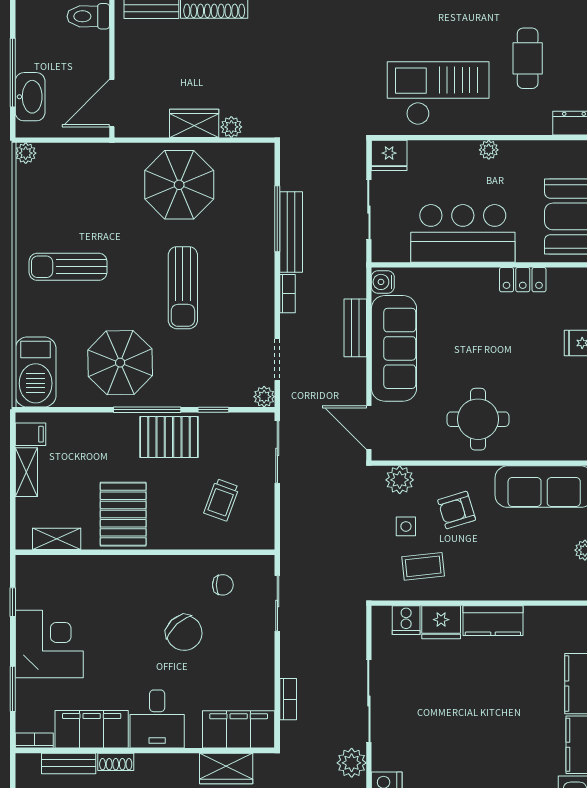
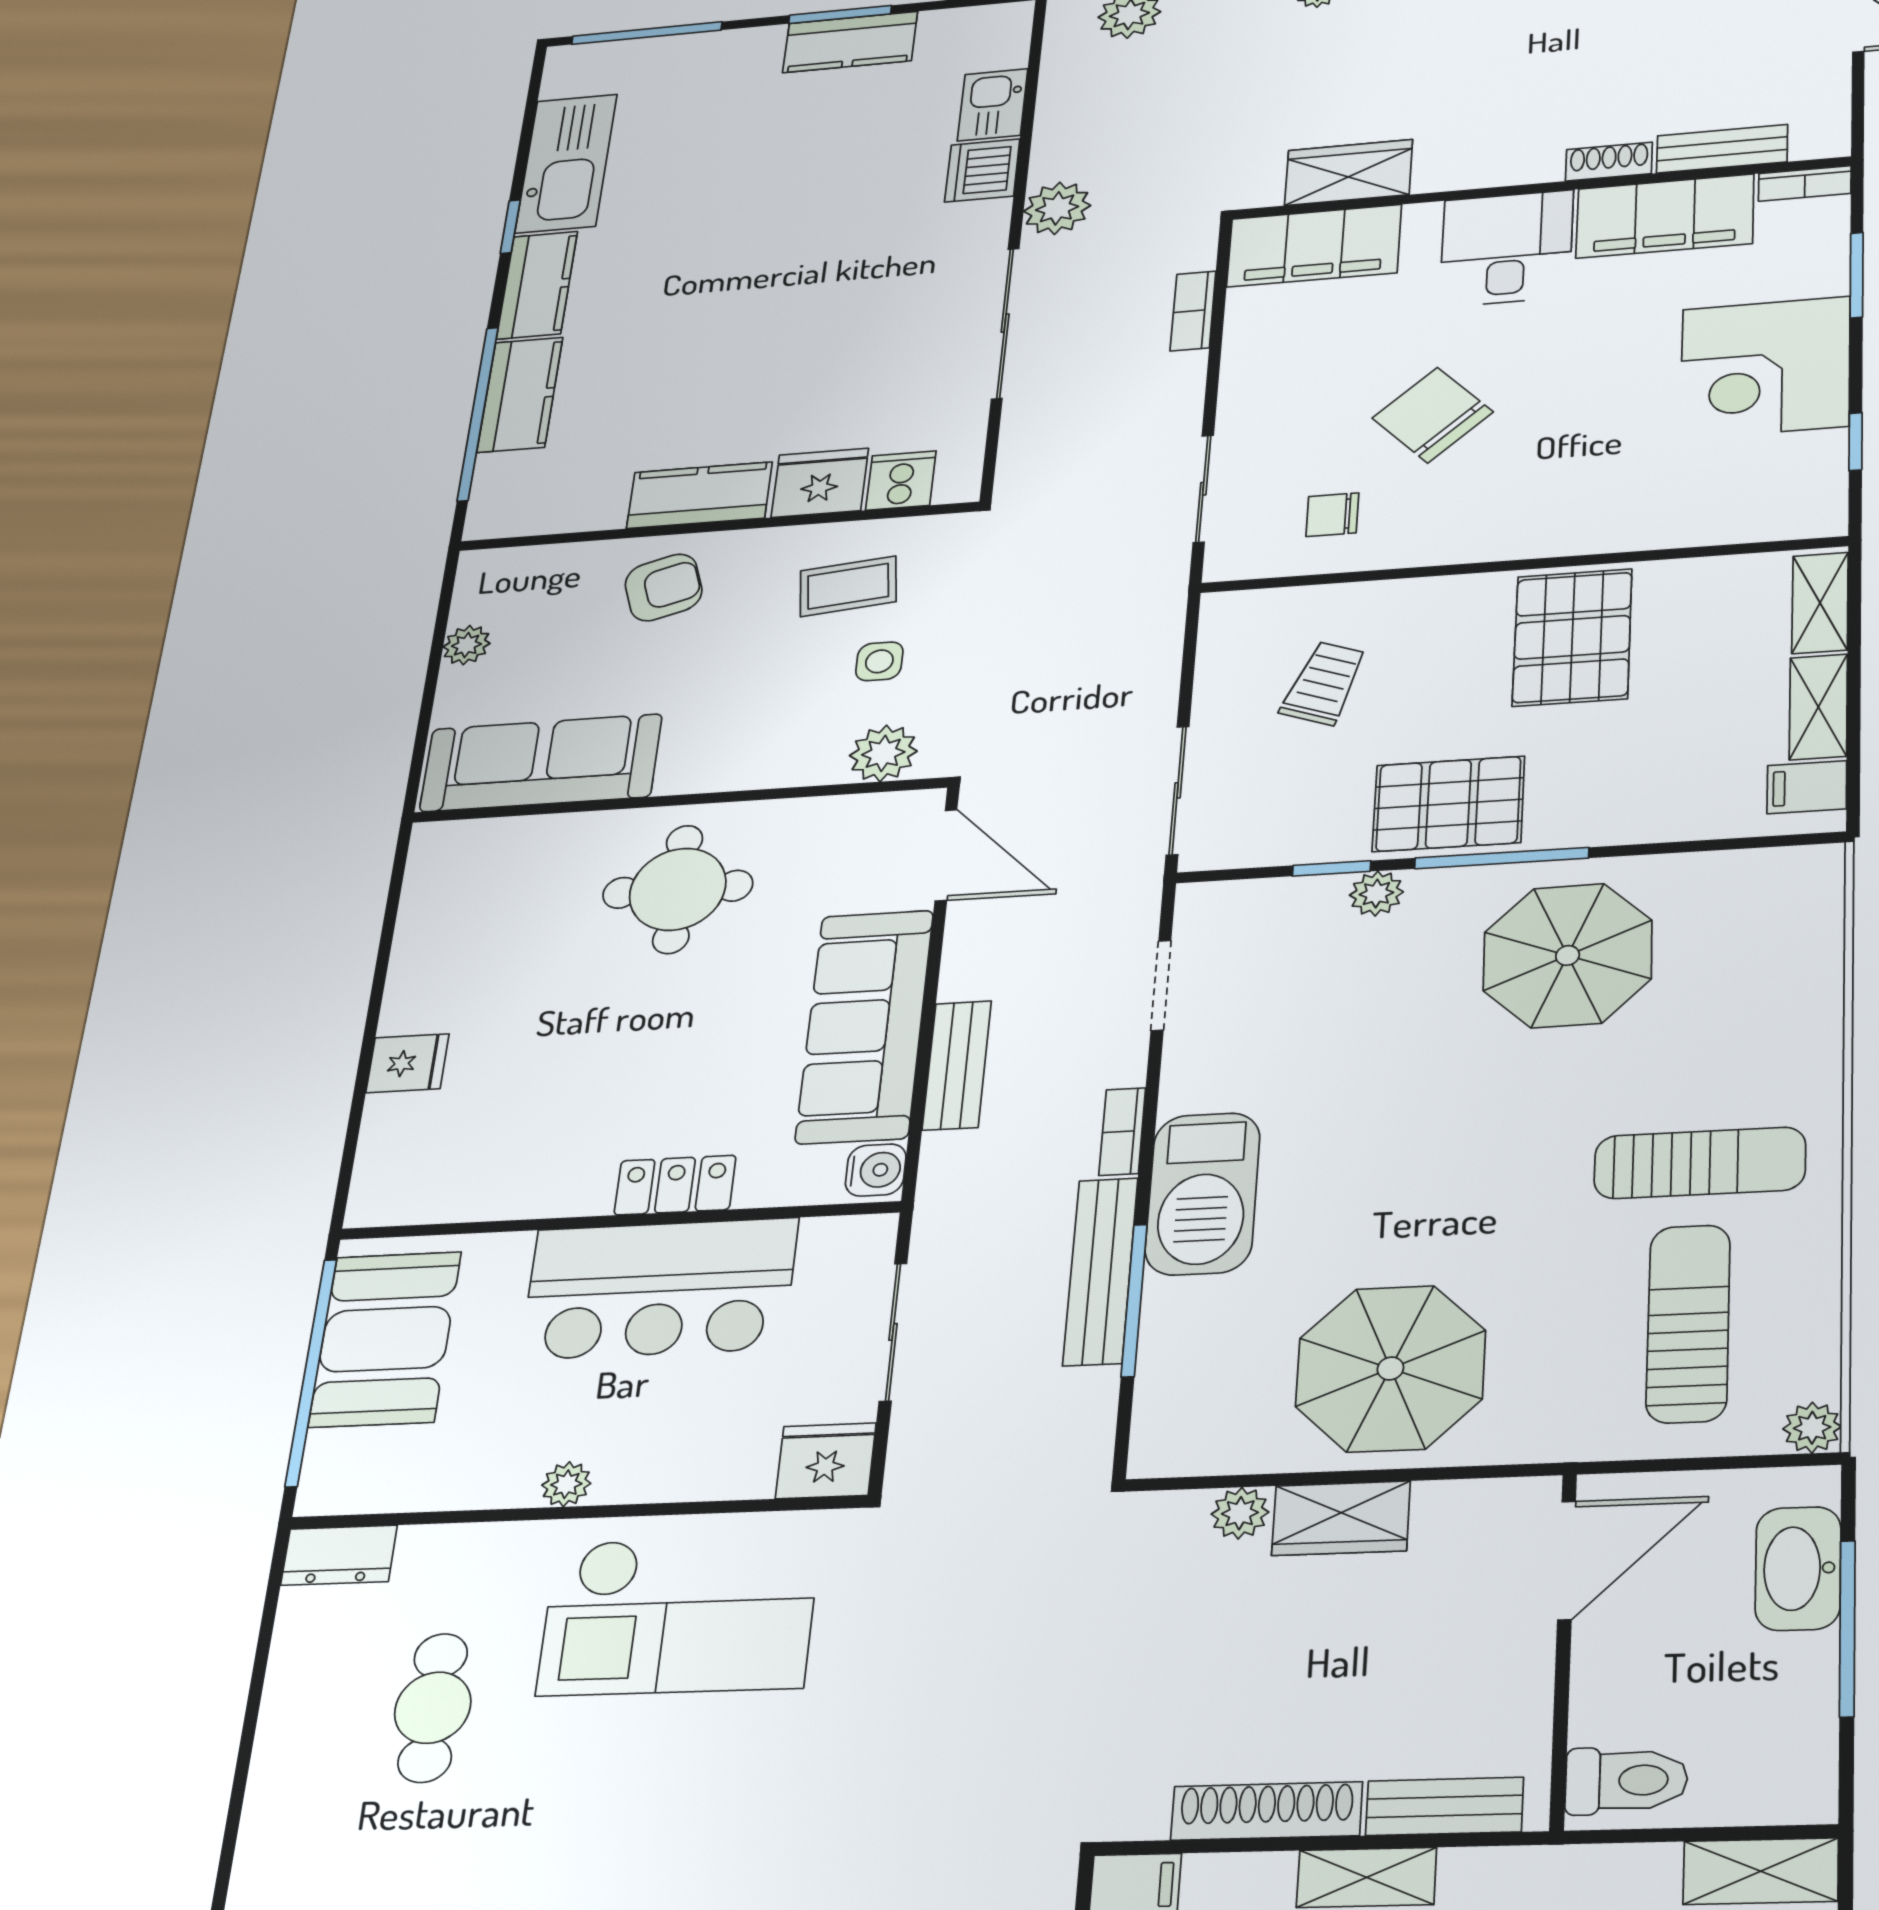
locker: (523, 280) -> (675, 1185), moved
sun lounger: (183, 288) -> (1688, 1323), moved
barbecue: (36, 372) -> (1203, 1194), moved, turned 180
plant: (264, 397) -> (1376, 894), moved
armchair: (457, 510) -> (664, 587), moved
shelving: (57, 539) -> (1820, 603), moved, turned 90

